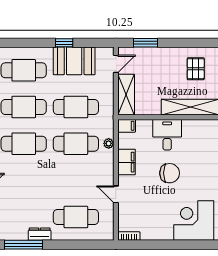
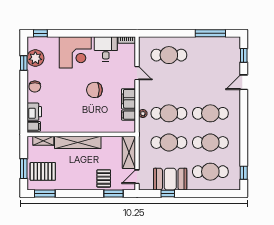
window: (64, 43) -> (168, 194), moved
pallet: (196, 69) -> (104, 178), moved
filing cabinet: (127, 126) -> (129, 115), moved
desk: (167, 135) -> (106, 49), moved, turned 180
dresser: (40, 234) -> (198, 42), removed

